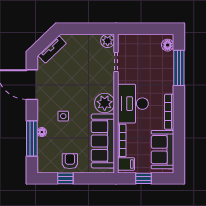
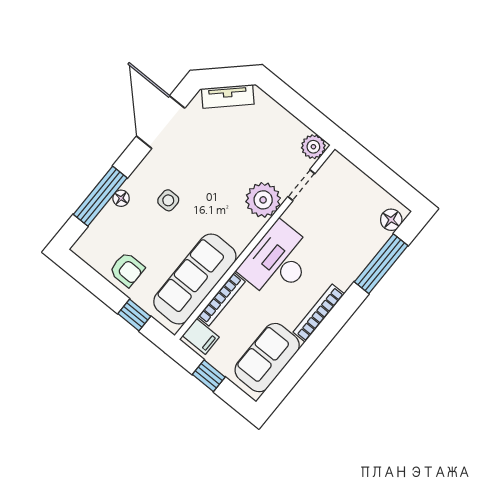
plant: (105, 103) -> (263, 200), moved
armchair: (70, 161) -> (127, 270), turned 90
window: (65, 178) -> (134, 315), moved

